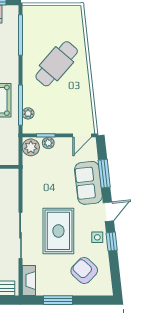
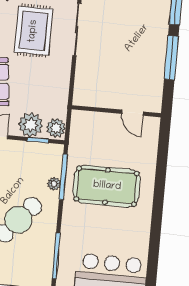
plant: (28, 113) -> (54, 184), moved
plant: (48, 143) -> (31, 125), width x1.88, depth x1.88

